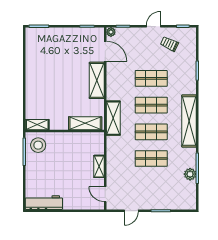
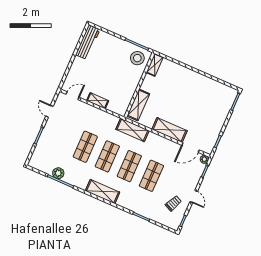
shelving: (189, 121) -> (102, 192), width x0.68

